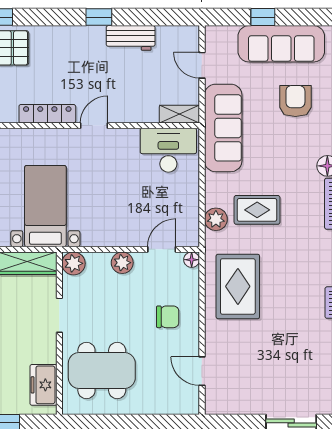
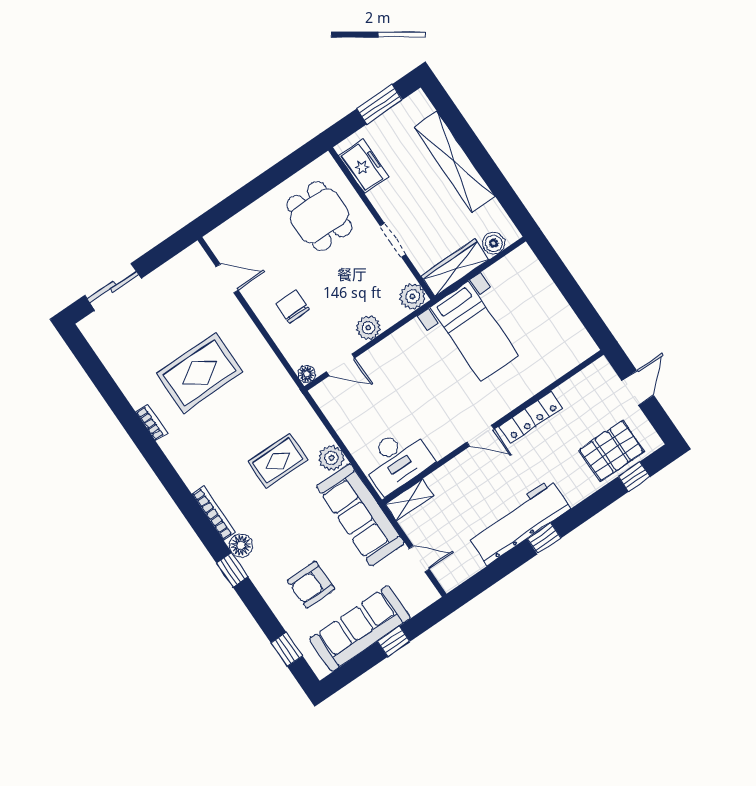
workbench: (131, 38) -> (519, 522), width x1.88, depth x1.32
armchair: (295, 101) -> (311, 585), turned 90
door: (94, 126) -> (480, 436), hinge flipped
plant: (216, 219) -> (331, 458), moved
door: (162, 249) -> (341, 365), hinge flipped
rug: (238, 286) -> (200, 373), moved, turned 90
chair: (168, 317) -> (293, 307), turned 90
dining table: (102, 370) -> (319, 216), width x0.73

